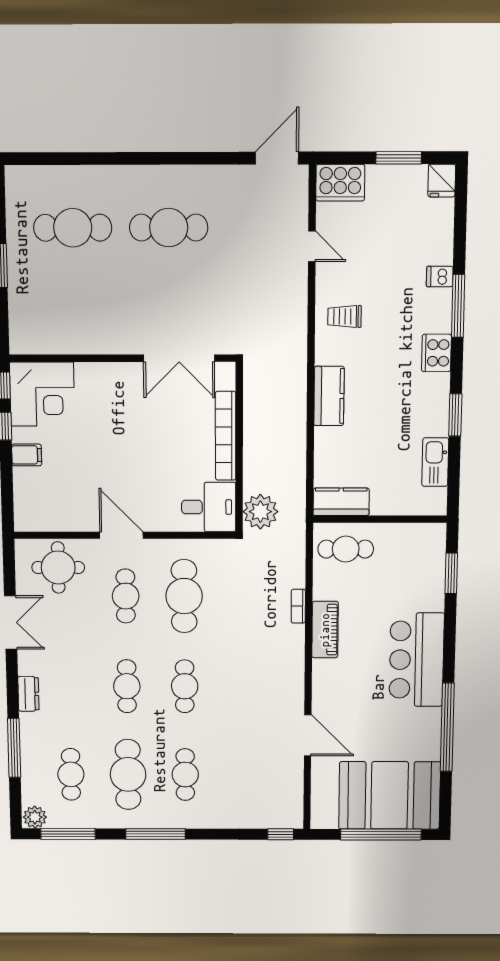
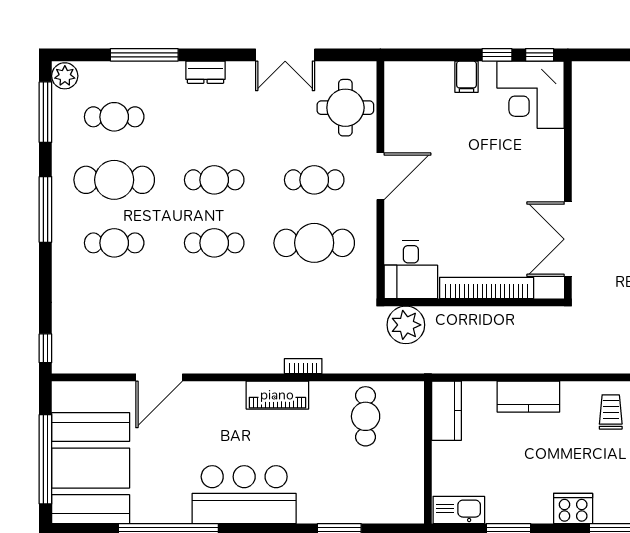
kitchen counter: (341, 502) -> (447, 411), moved
wall: (380, 519) -> (428, 452), moved

